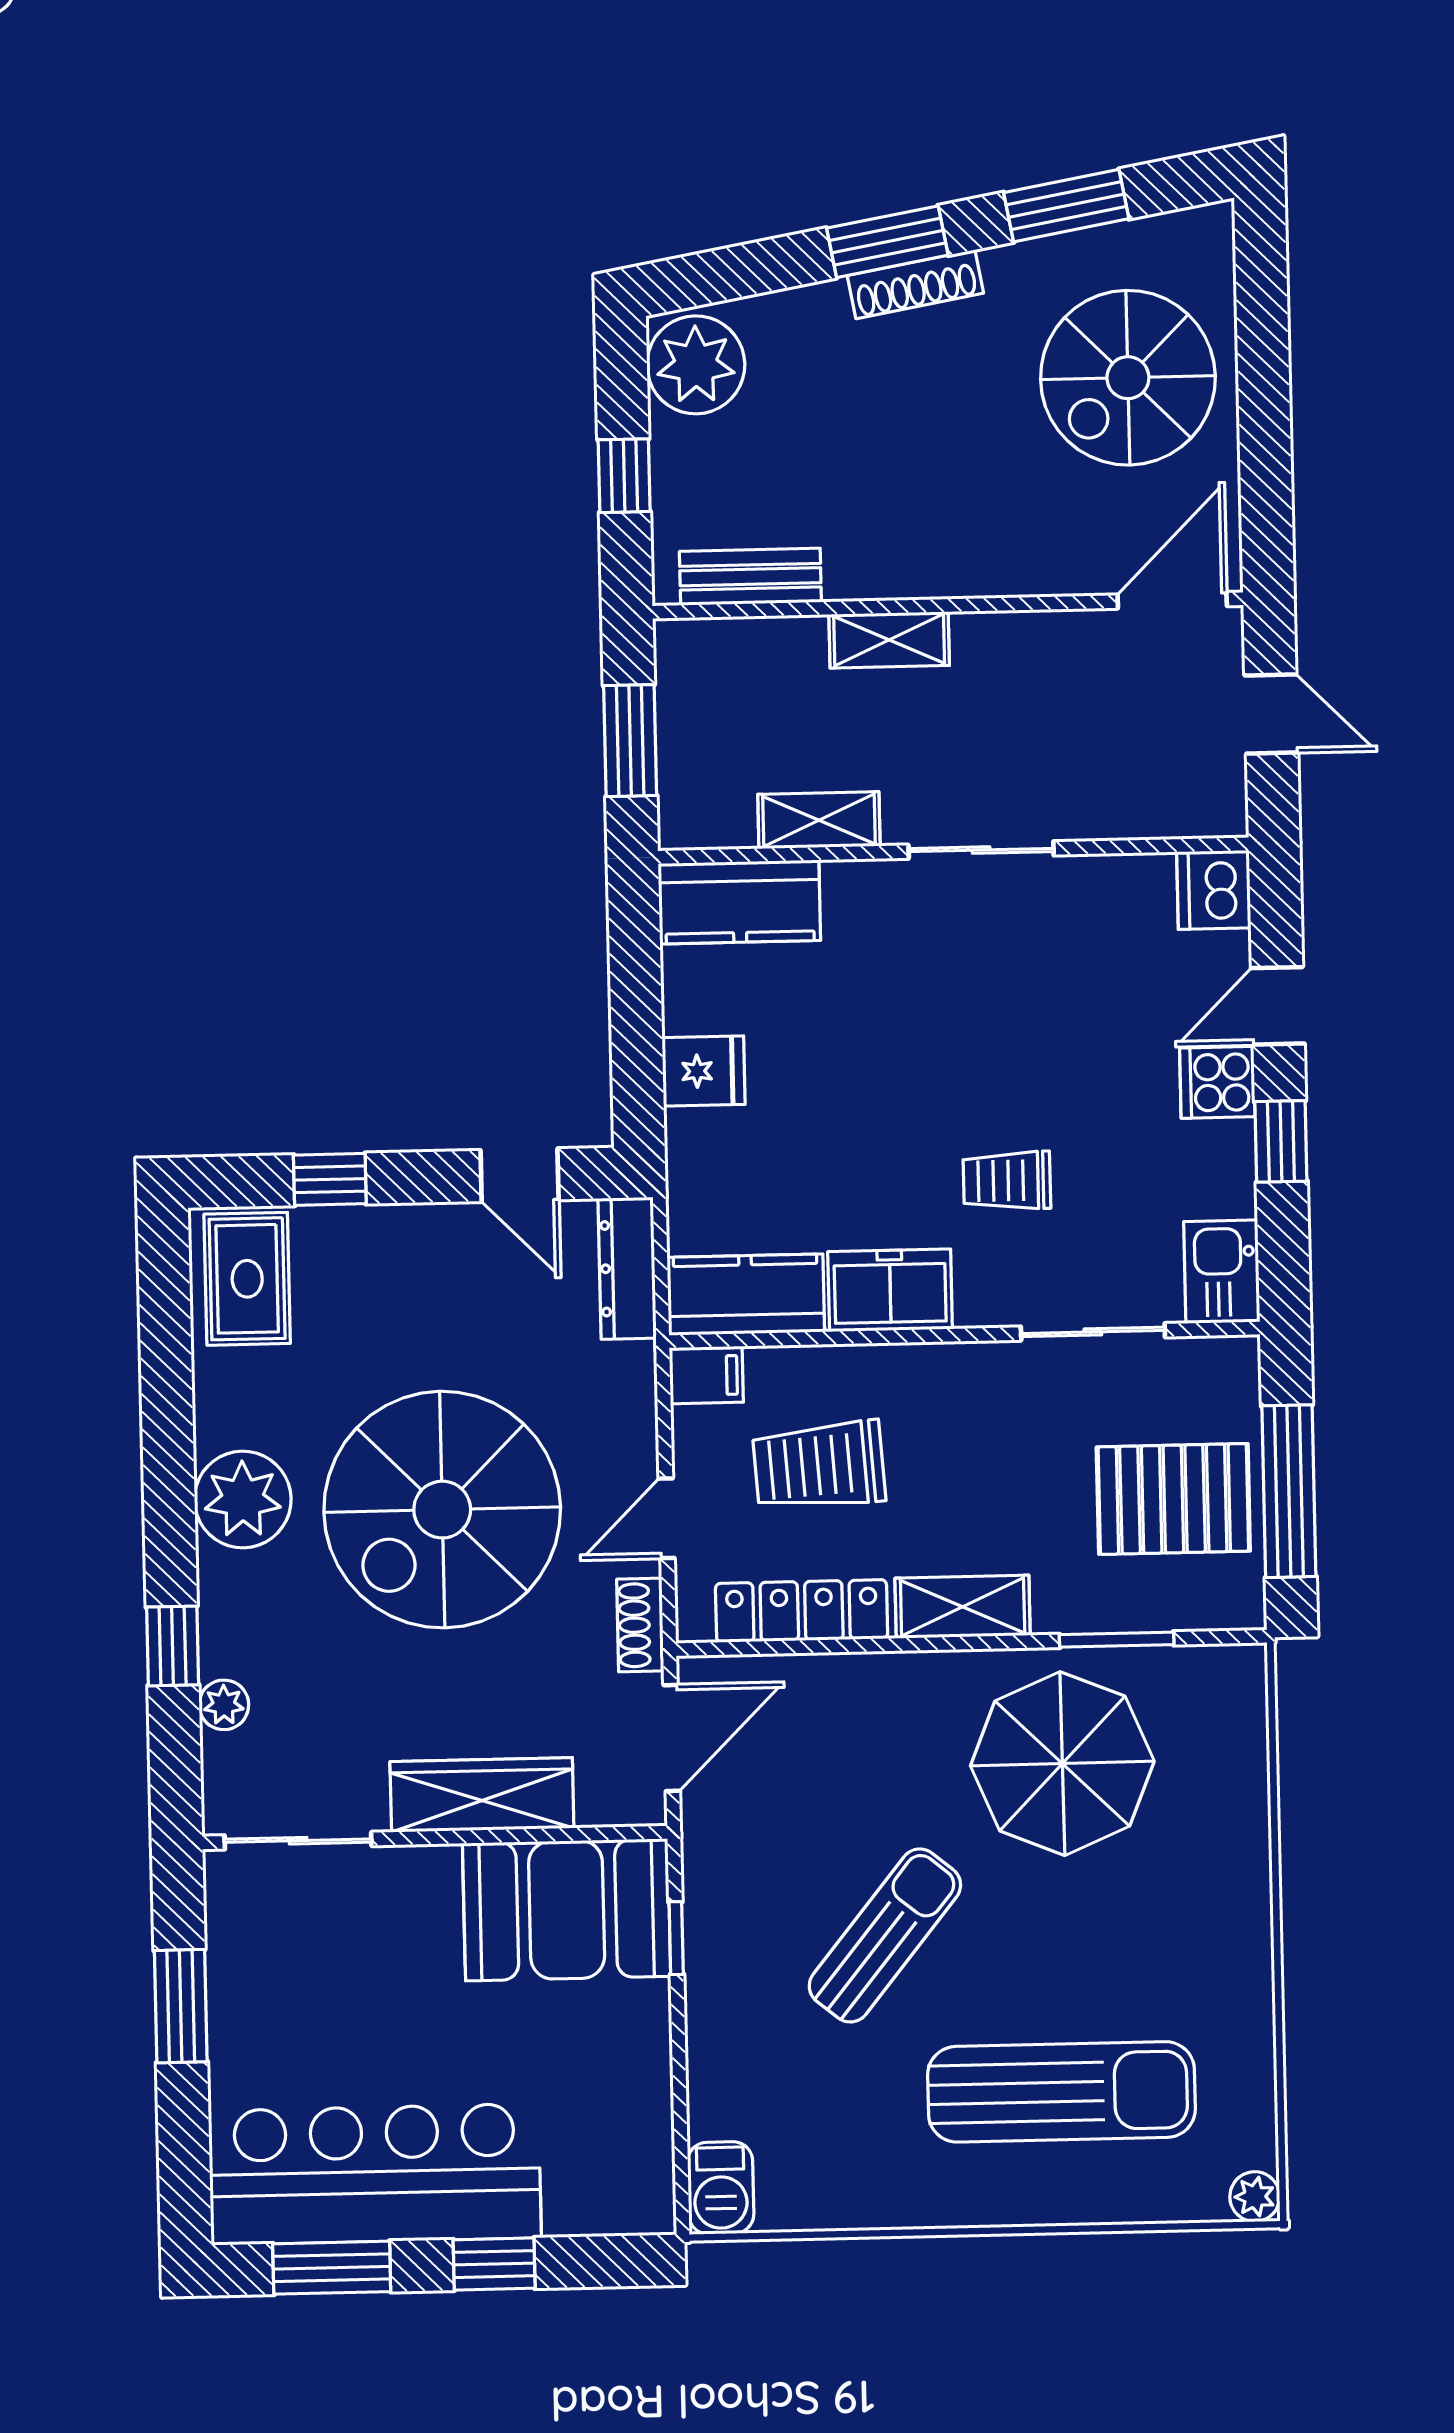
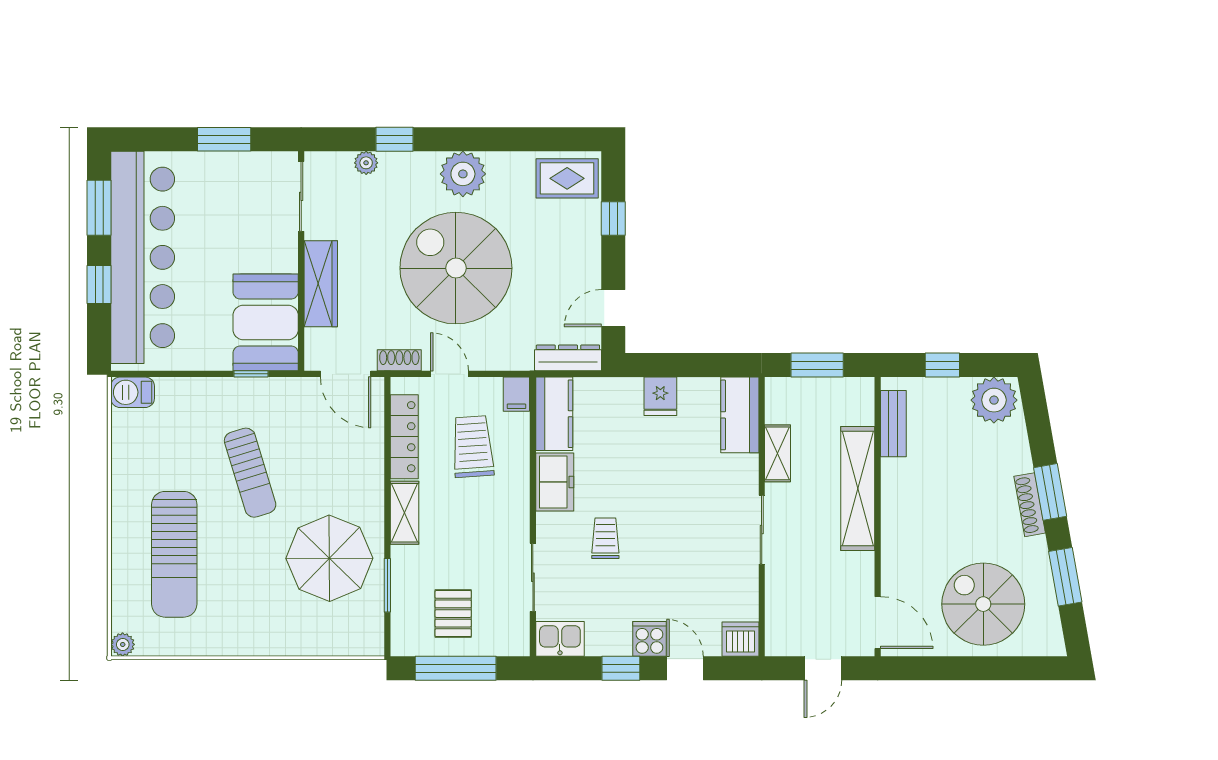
shelving: (889, 640) -> (858, 488), width x2.20, depth x1.33
pallet: (1173, 1499) -> (453, 614), width x0.67, depth x0.71
sun lounger: (885, 1935) -> (250, 473), turned 34
bar counter: (375, 2174) -> (143, 257), width x1.36

